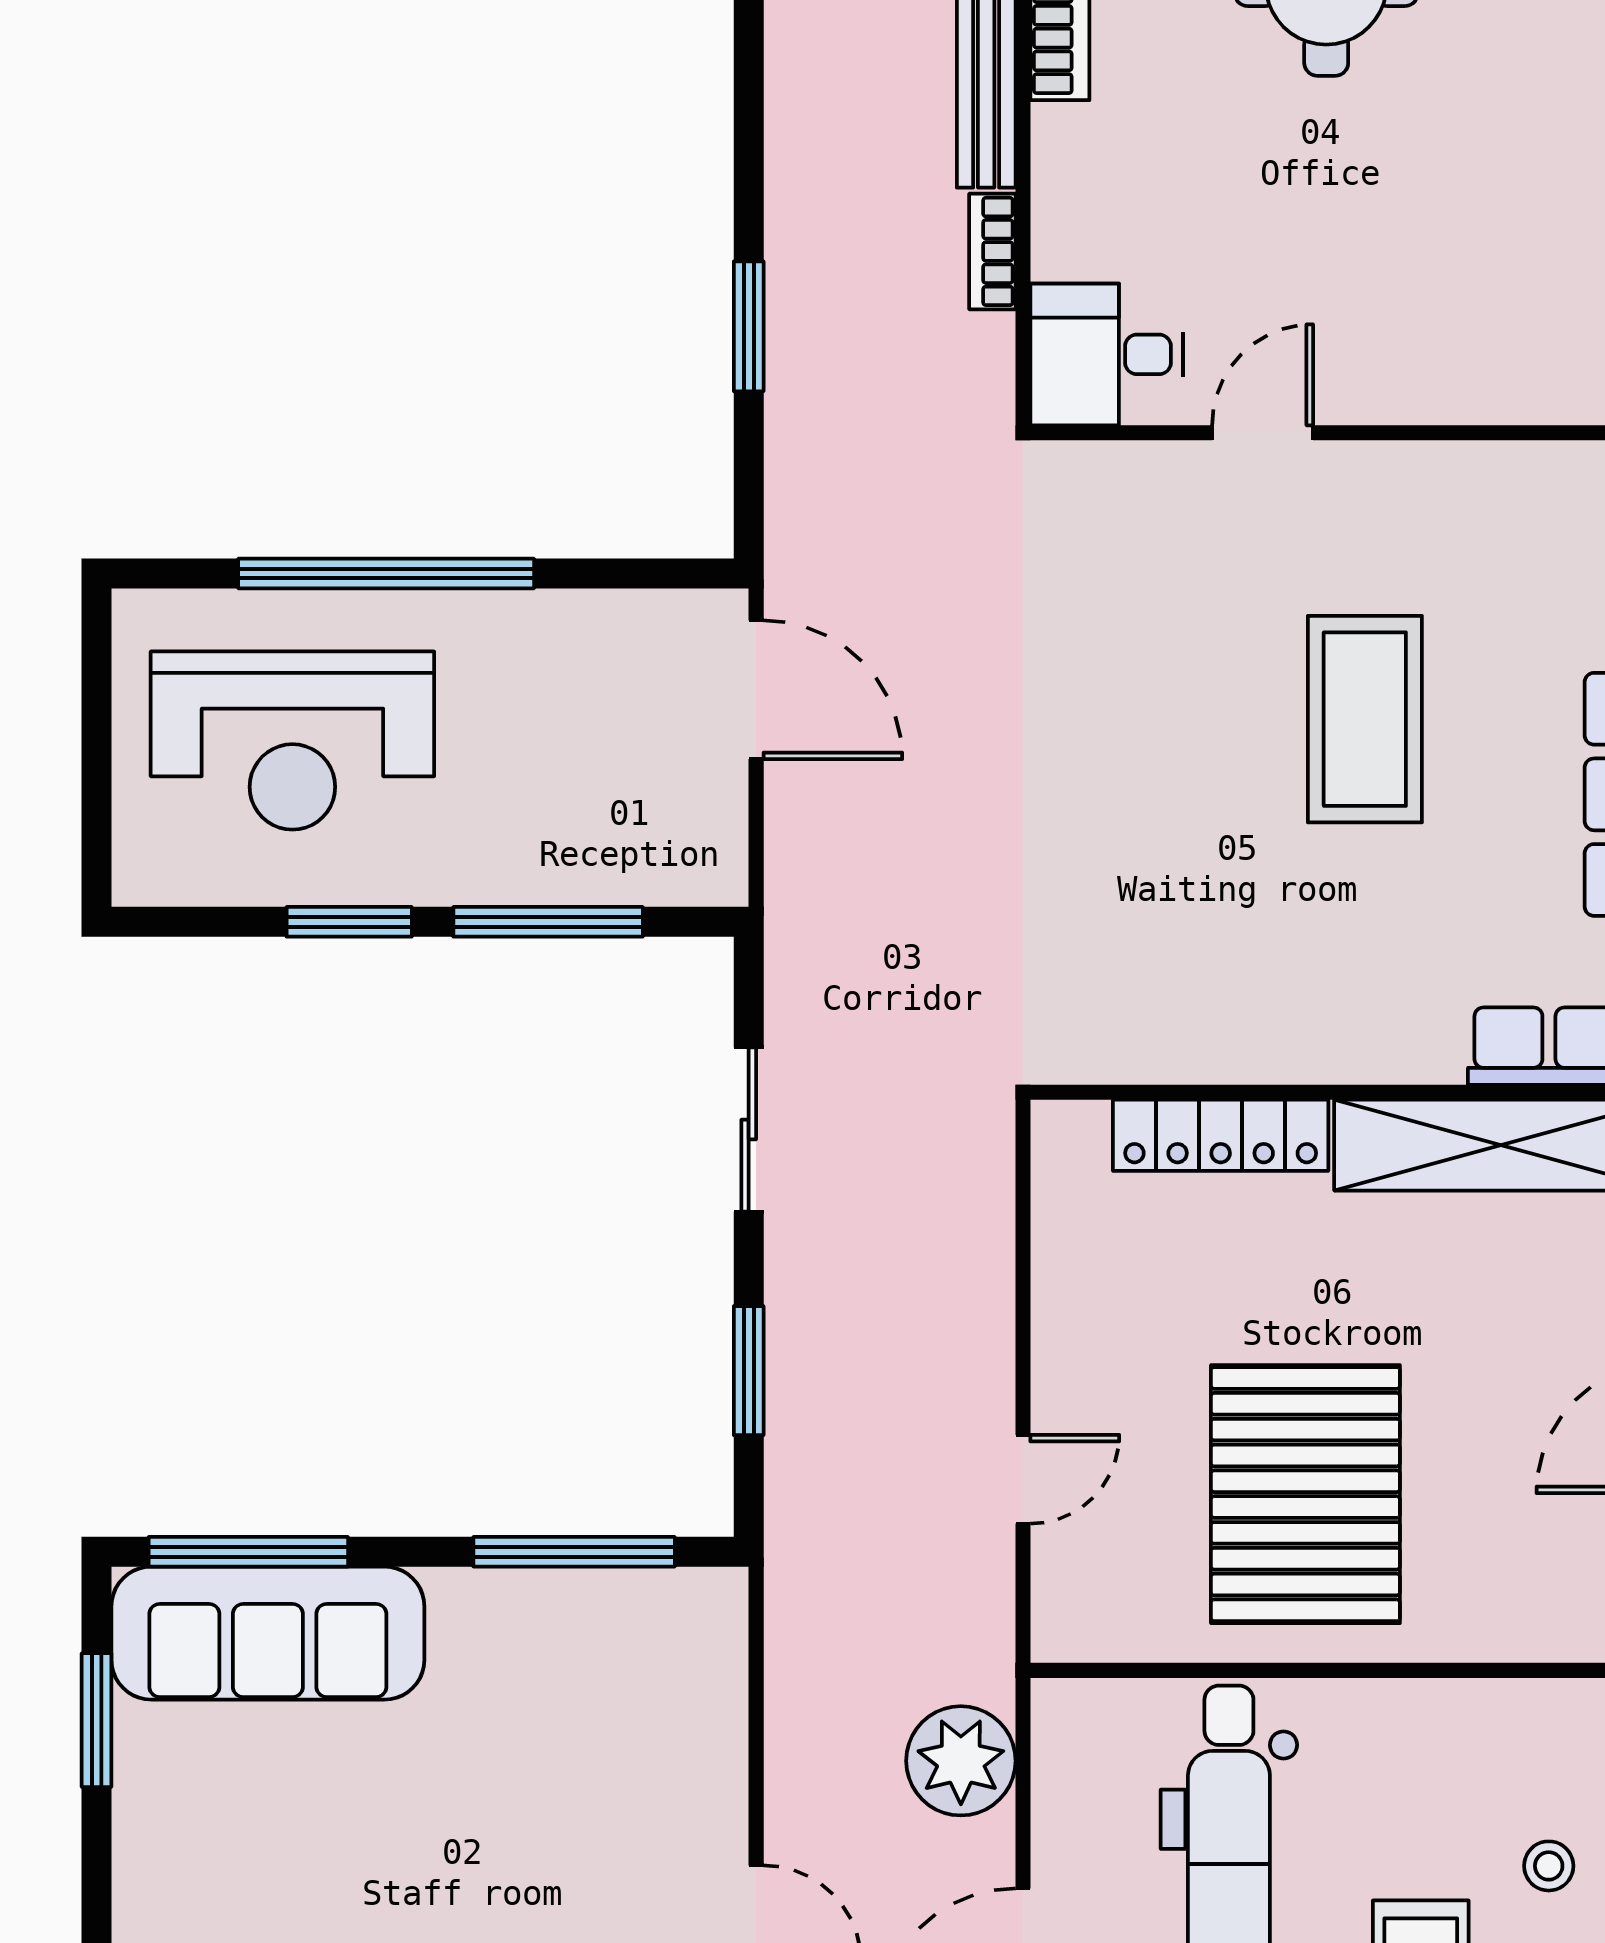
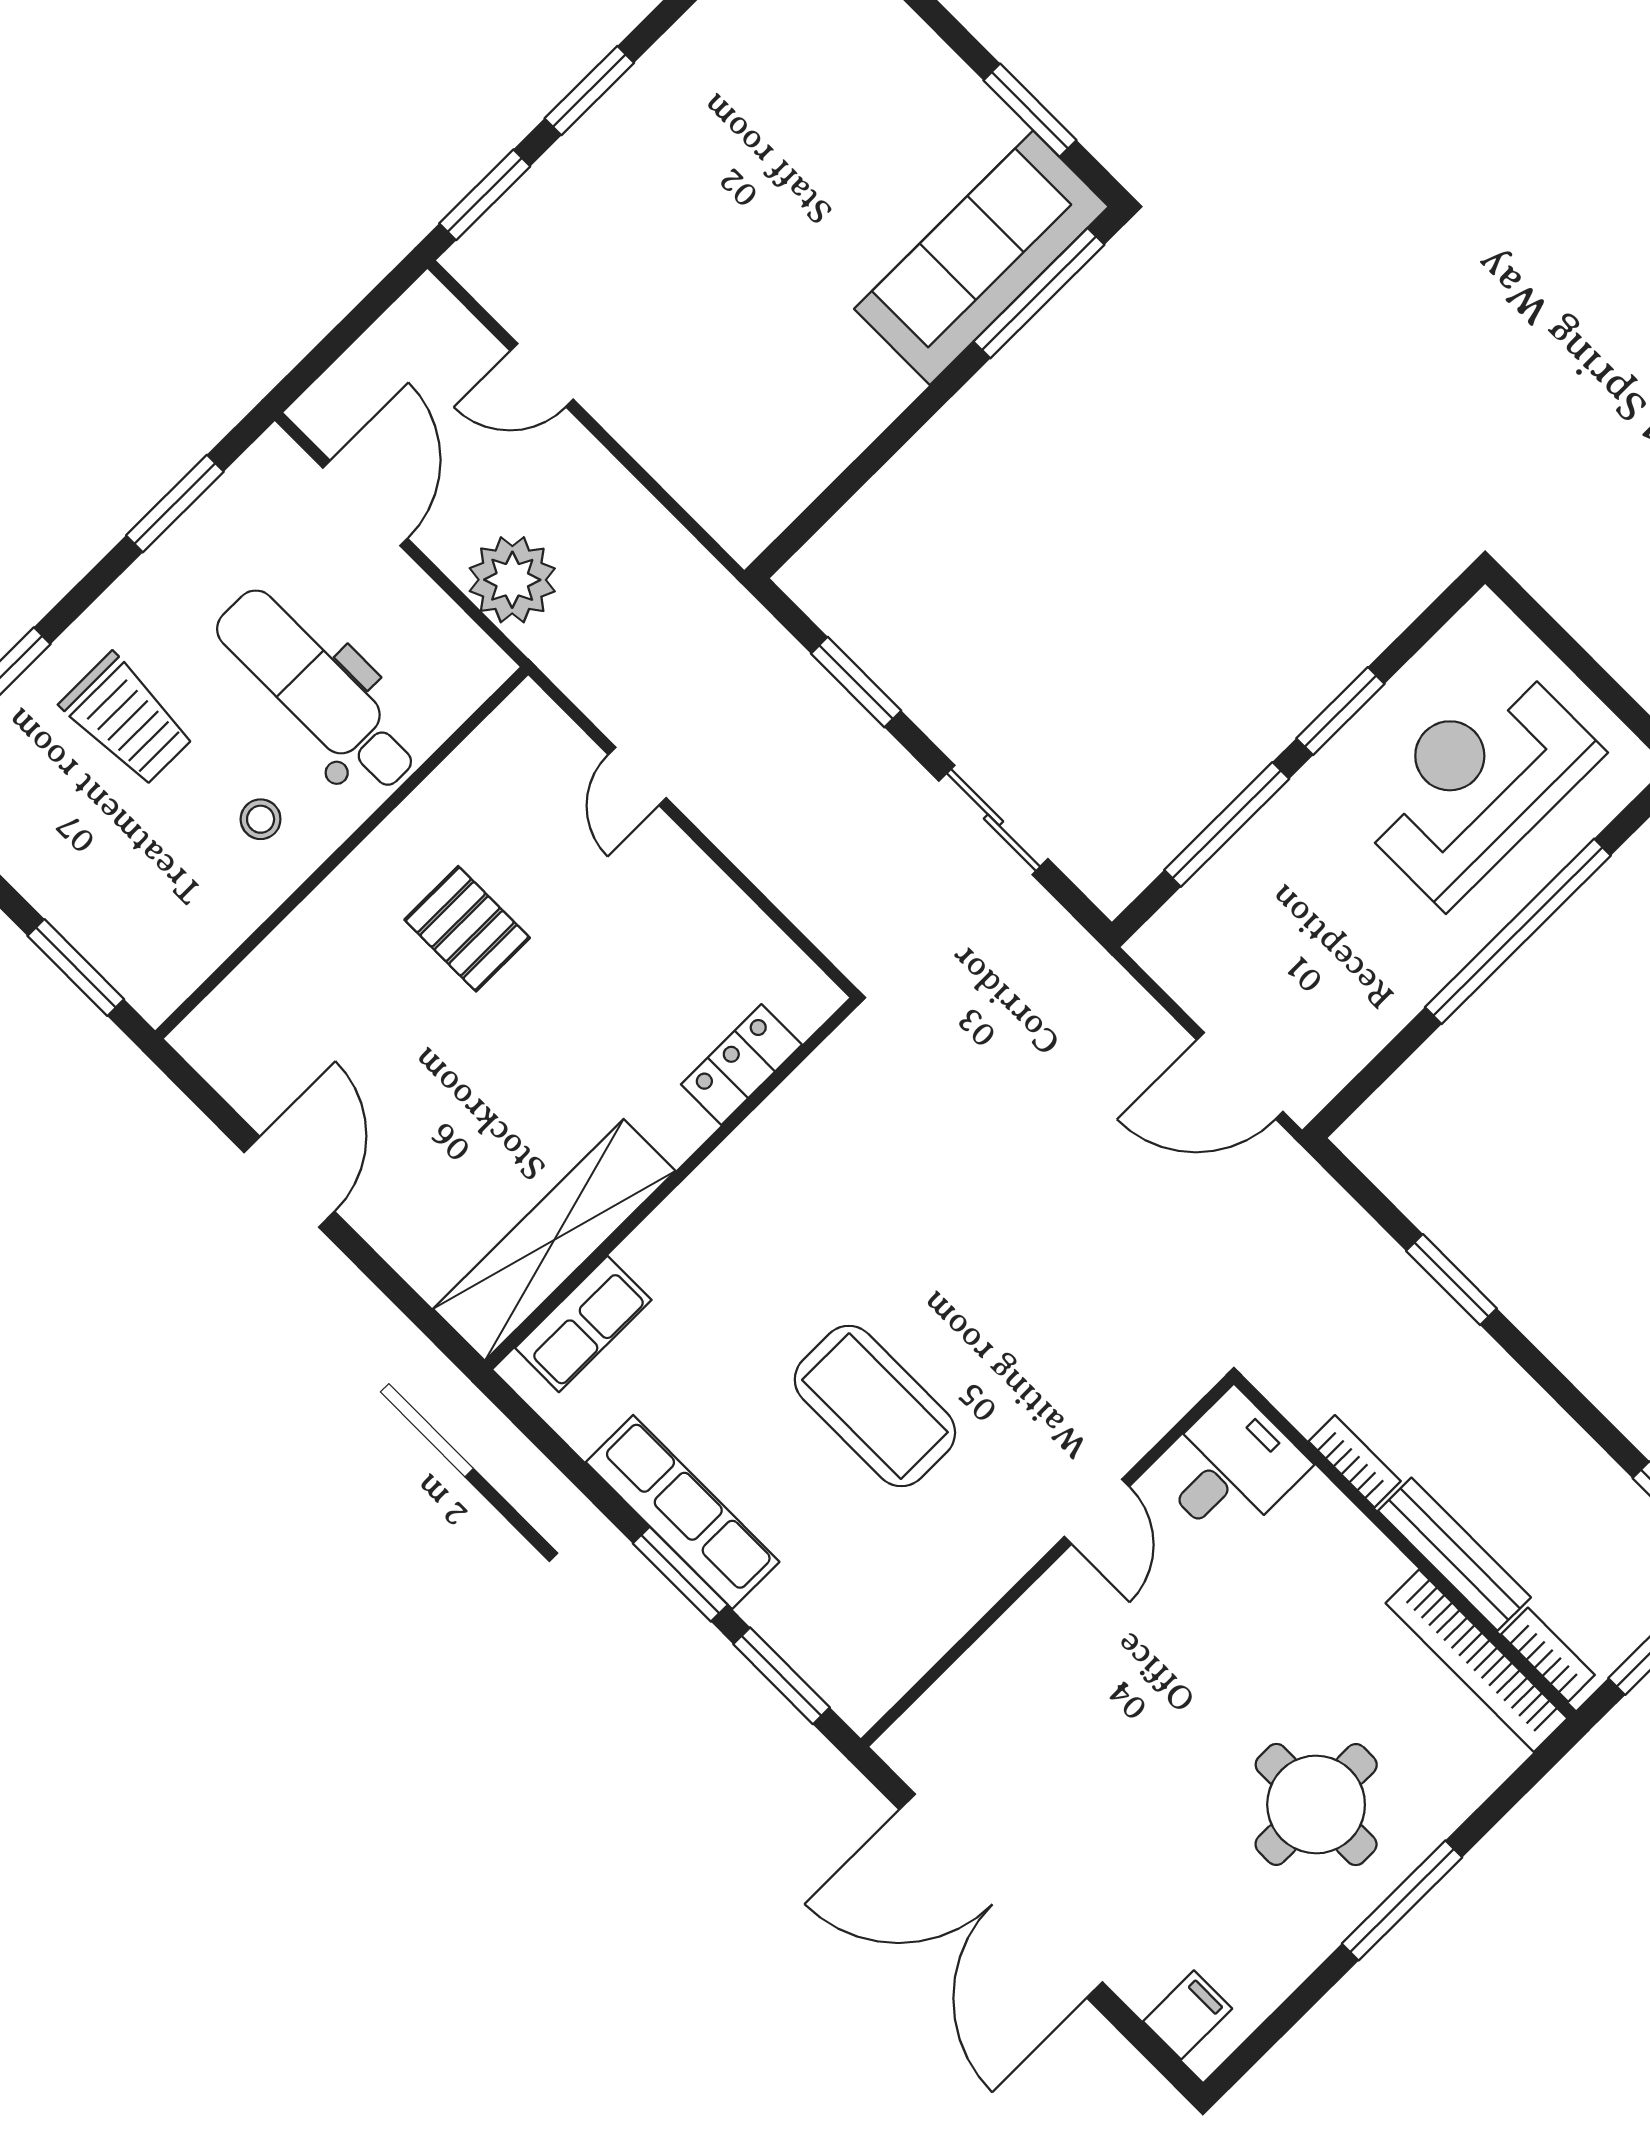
locker: (1221, 1135) -> (741, 1065), width x0.66
pallet: (1305, 1494) -> (467, 929), width x0.49, depth x0.50
window: (574, 1552) -> (853, 479), removed
stool: (1549, 1866) -> (261, 819), moved

